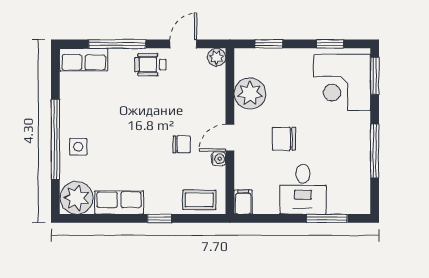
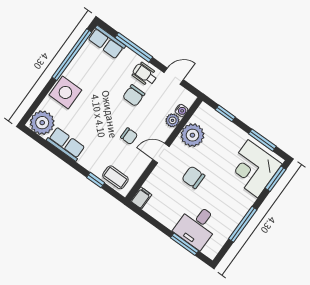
window: (330, 44) -> (262, 140), width x1.50
plant: (217, 57) -> (172, 120), moved
chair: (155, 96) -> (134, 95), added
window: (55, 139) -> (72, 55), moved
side table: (78, 147) -> (65, 92), width x1.87, depth x1.87
water cooler: (219, 159) -> (181, 110), moved
desk: (303, 189) -> (197, 226), moved
window: (160, 218) -> (96, 180), moved

